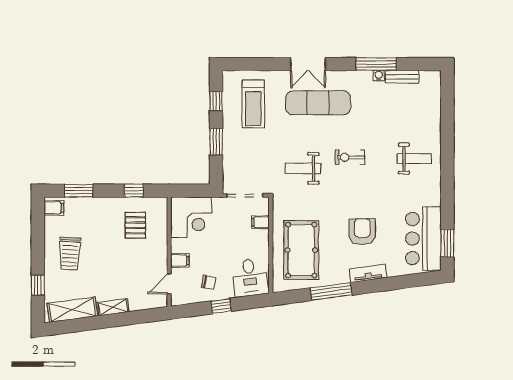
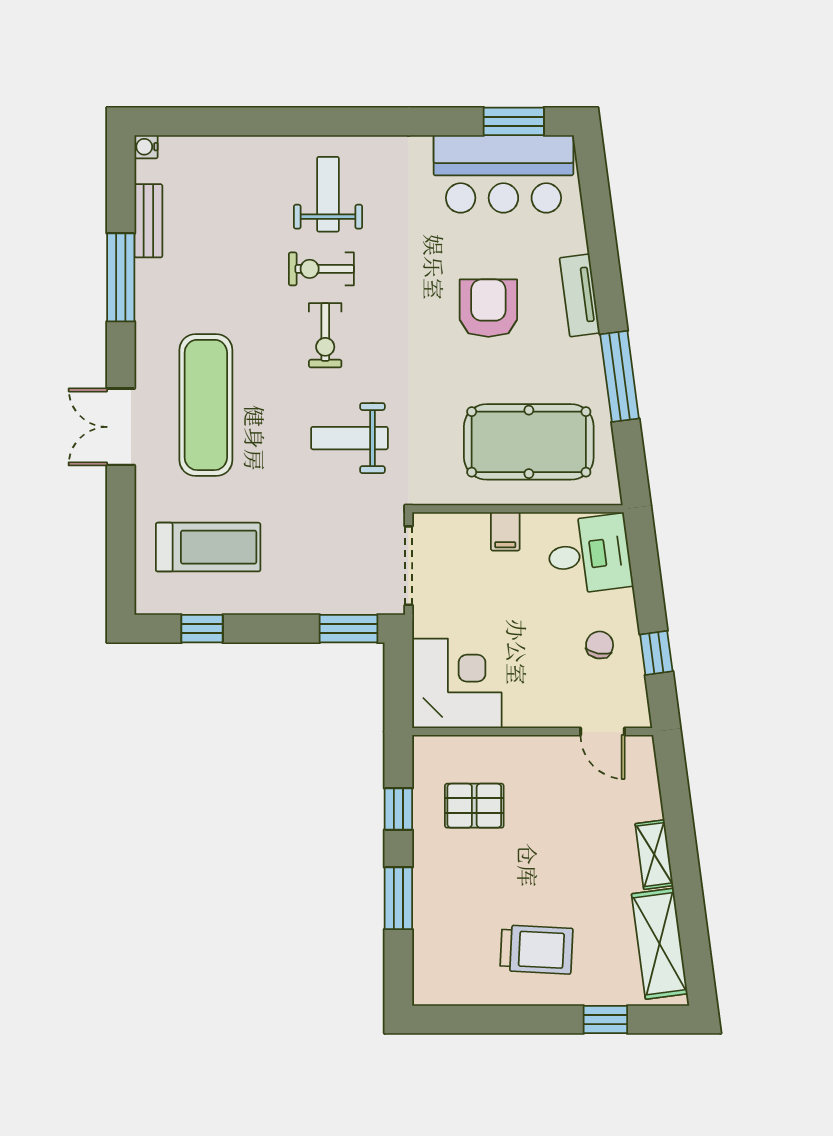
double door: (308, 64) -> (121, 427), swing flipped
water cooler: (379, 76) -> (146, 147), moved
window: (216, 142) -> (349, 629), moved
exercise bike: (380, 156) -> (321, 269), added
weight bench: (303, 168) -> (349, 438), turned 90
window: (79, 191) -> (398, 898), moved
filing cabinet: (54, 208) -> (436, 984), removed
filing cabinet: (260, 222) -> (505, 531), moved
armchair: (362, 232) -> (488, 308), turned 90
filing cabinet: (180, 261) -> (552, 708), removed
window: (221, 306) -> (656, 653), moved

